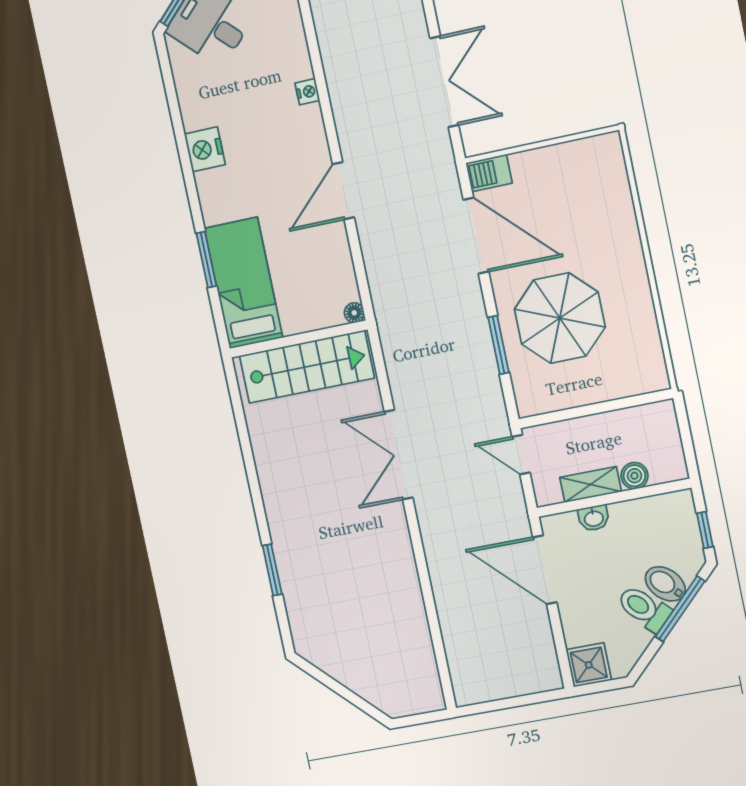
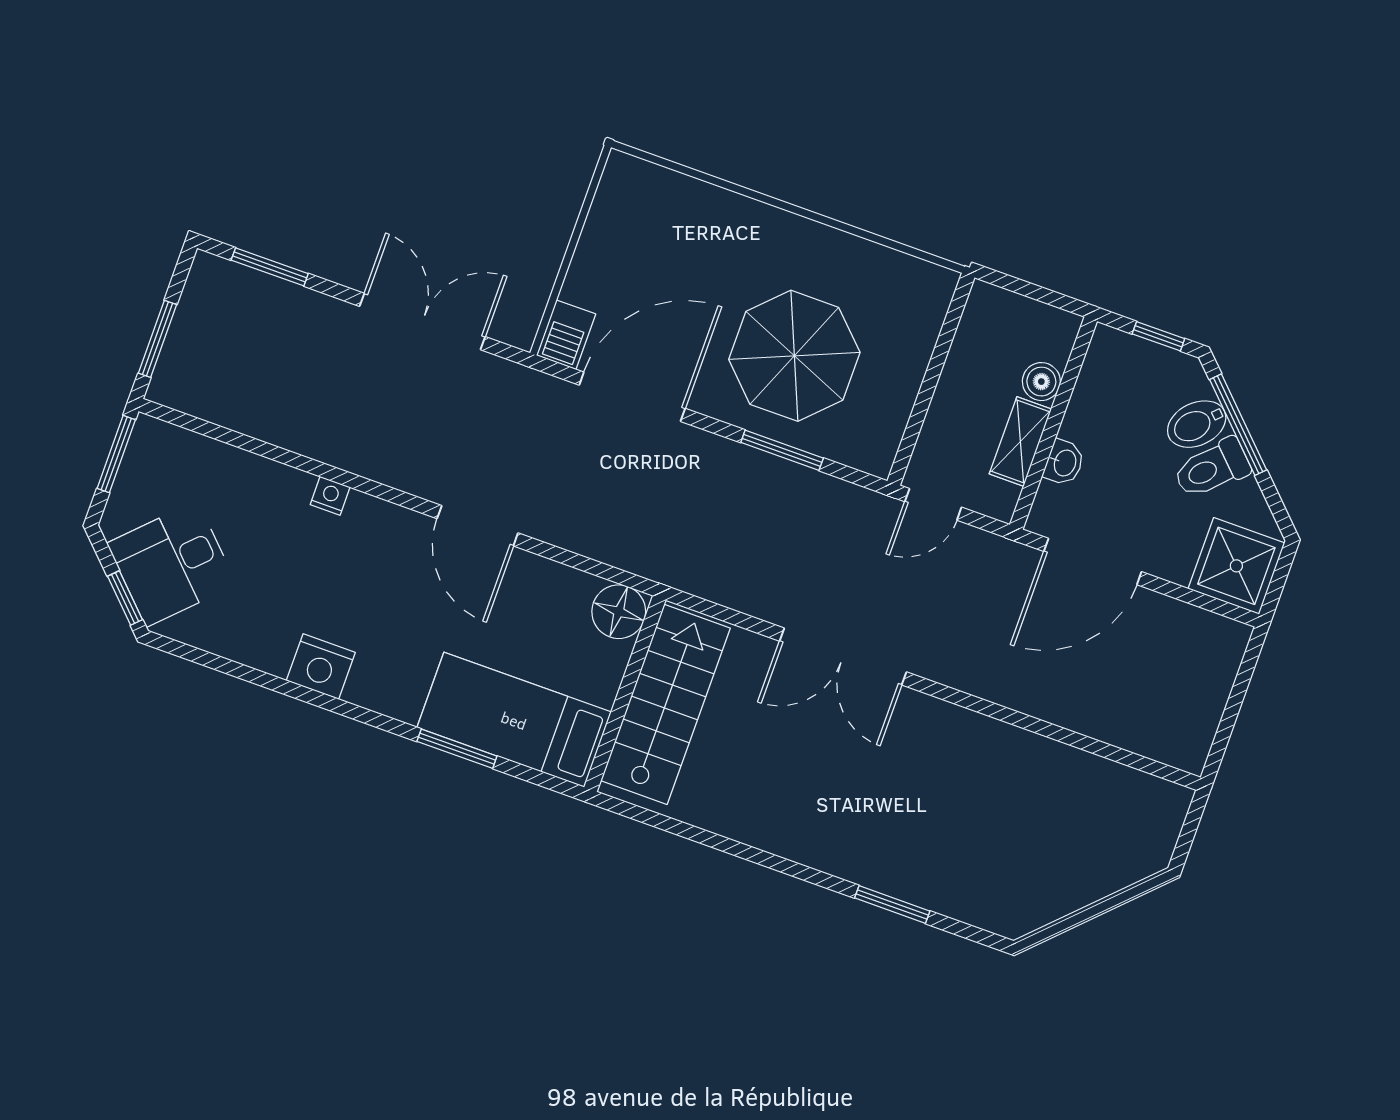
floor lamp: (354, 313) -> (619, 612), width x1.89, depth x1.89
shower: (589, 665) -> (1236, 566), width x1.36, depth x1.36

